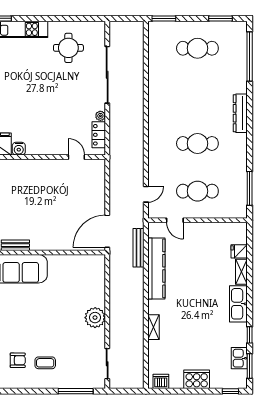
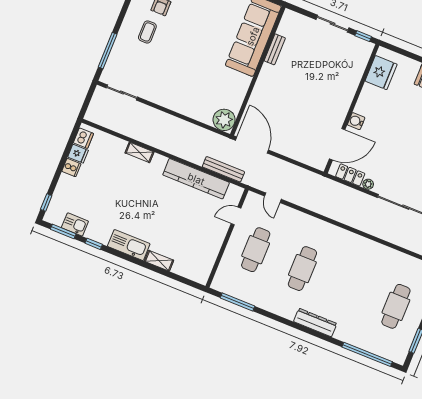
water cooler: (19, 149) -> (356, 121), moved
door: (76, 157) -> (337, 144), width x1.88
fridge: (239, 251) -> (78, 154), moved, turned 90
plant: (95, 318) -> (224, 120), moved
cooker: (197, 379) -> (71, 168), width x0.53, depth x0.76

